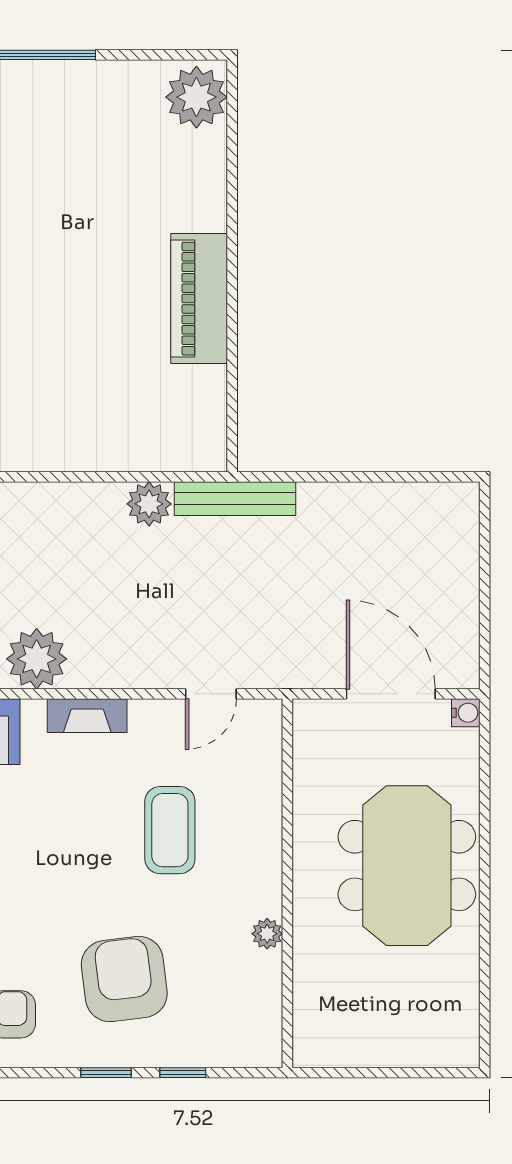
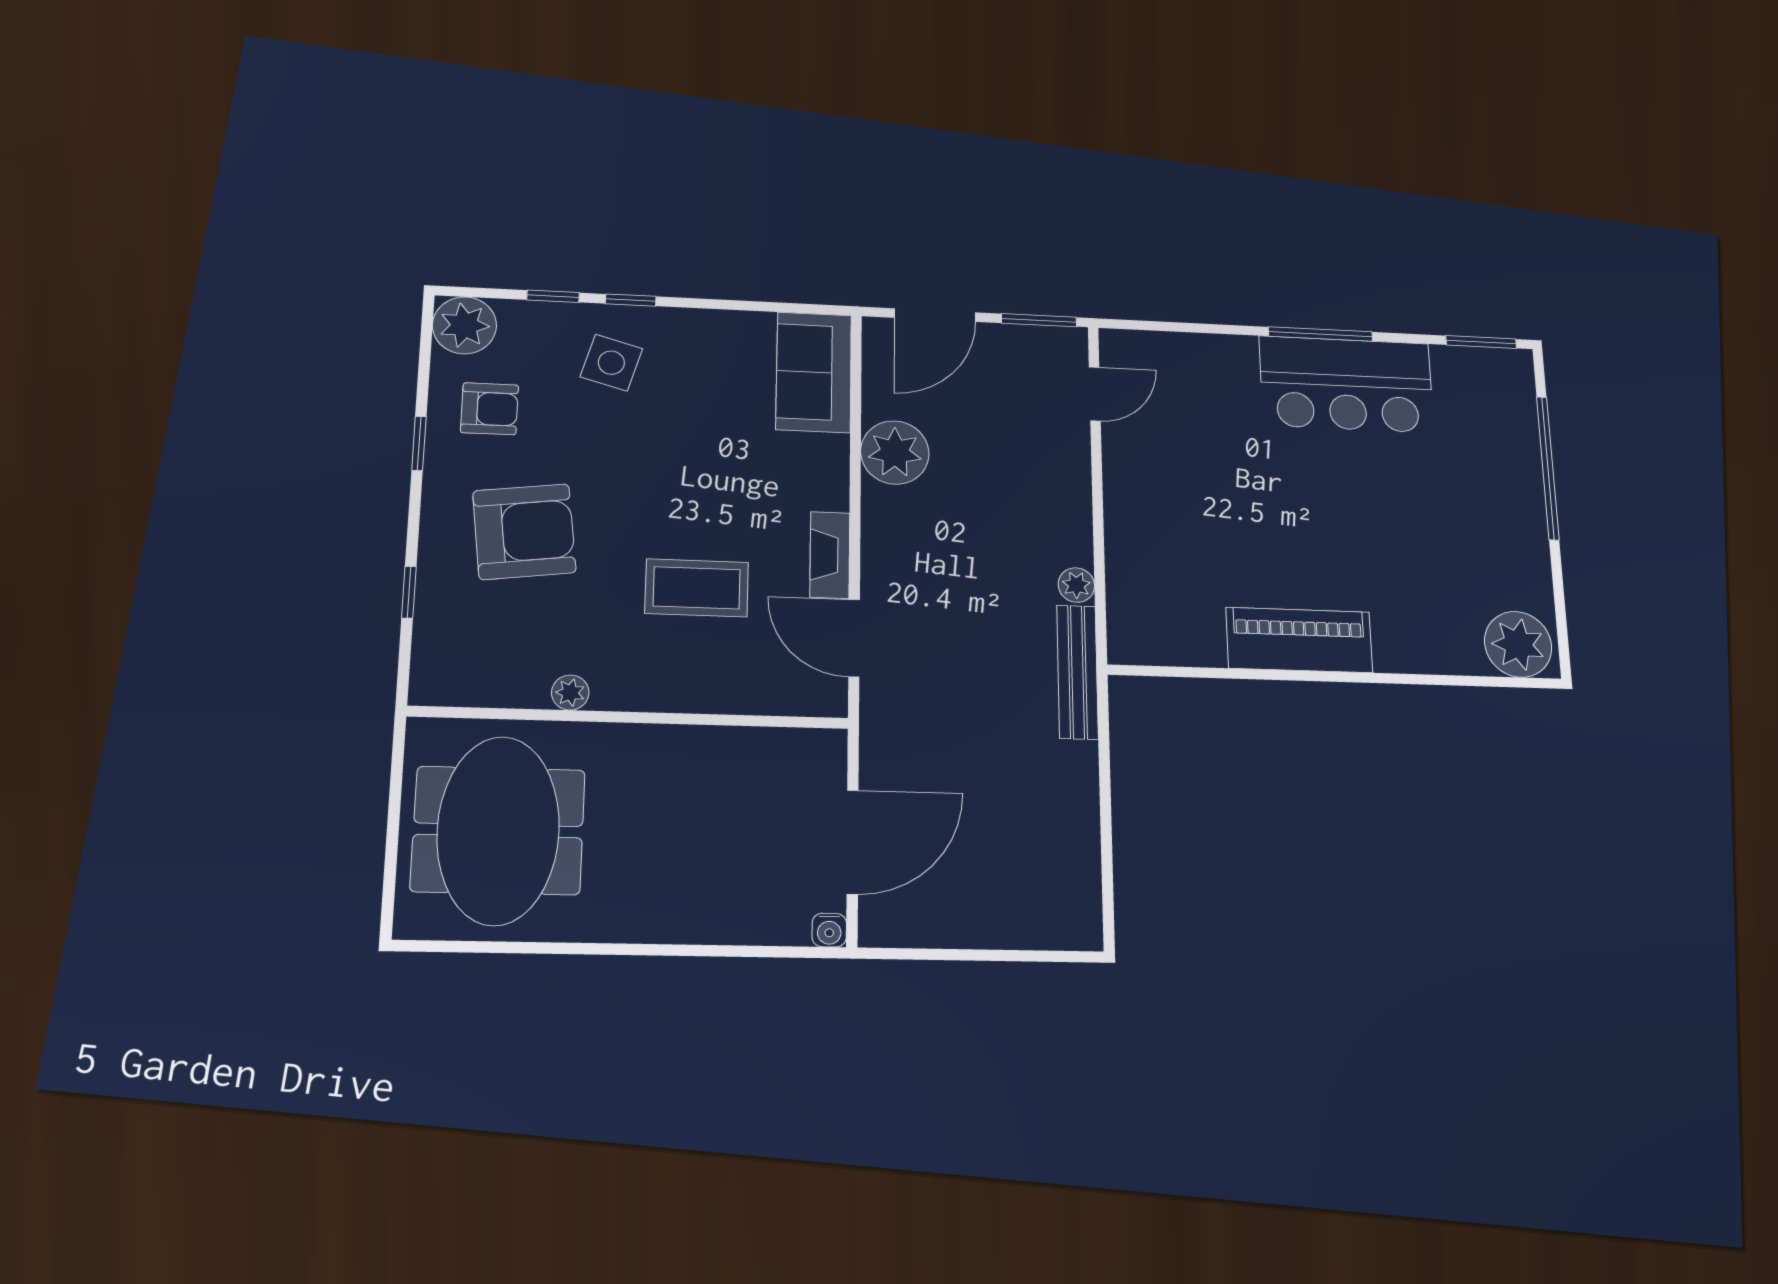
plant: (149, 504) -> (1076, 585), width x0.73, depth x0.73
door: (211, 694) -> (854, 638), width x1.38
fireplace: (87, 716) -> (830, 555), moved
meeting table: (407, 866) -> (498, 830), moved, turned 90
window: (106, 1073) -> (419, 443), moved

